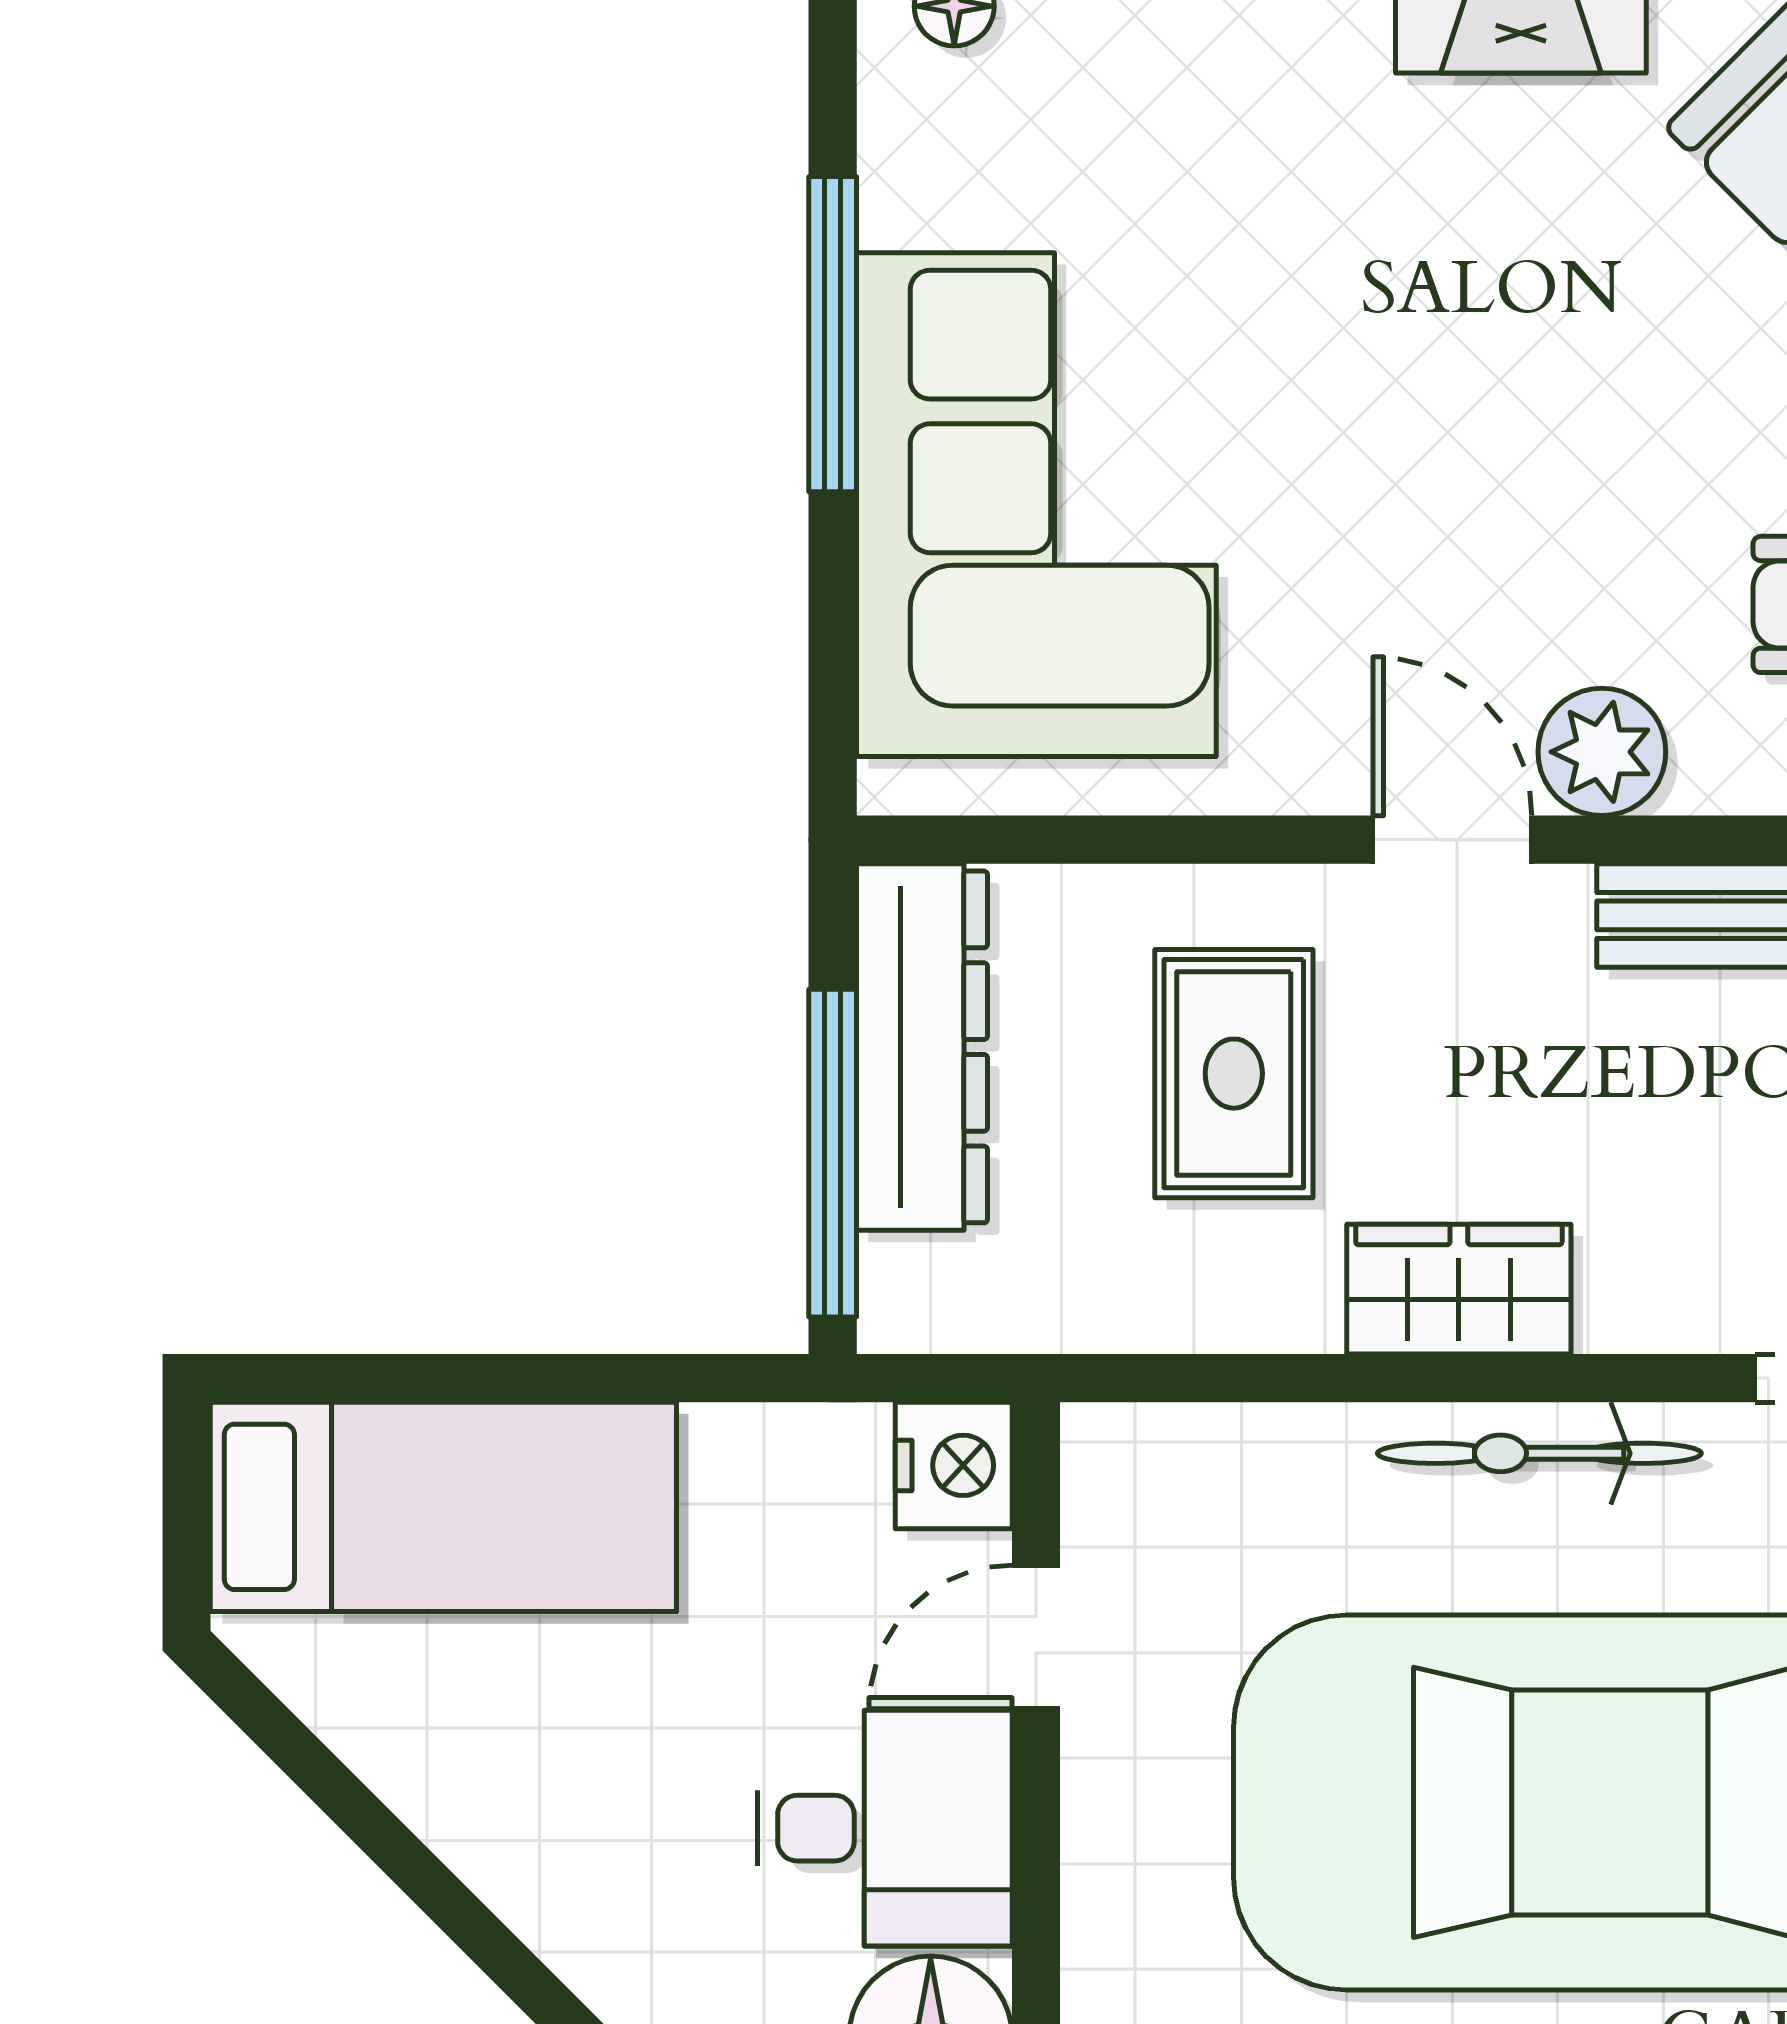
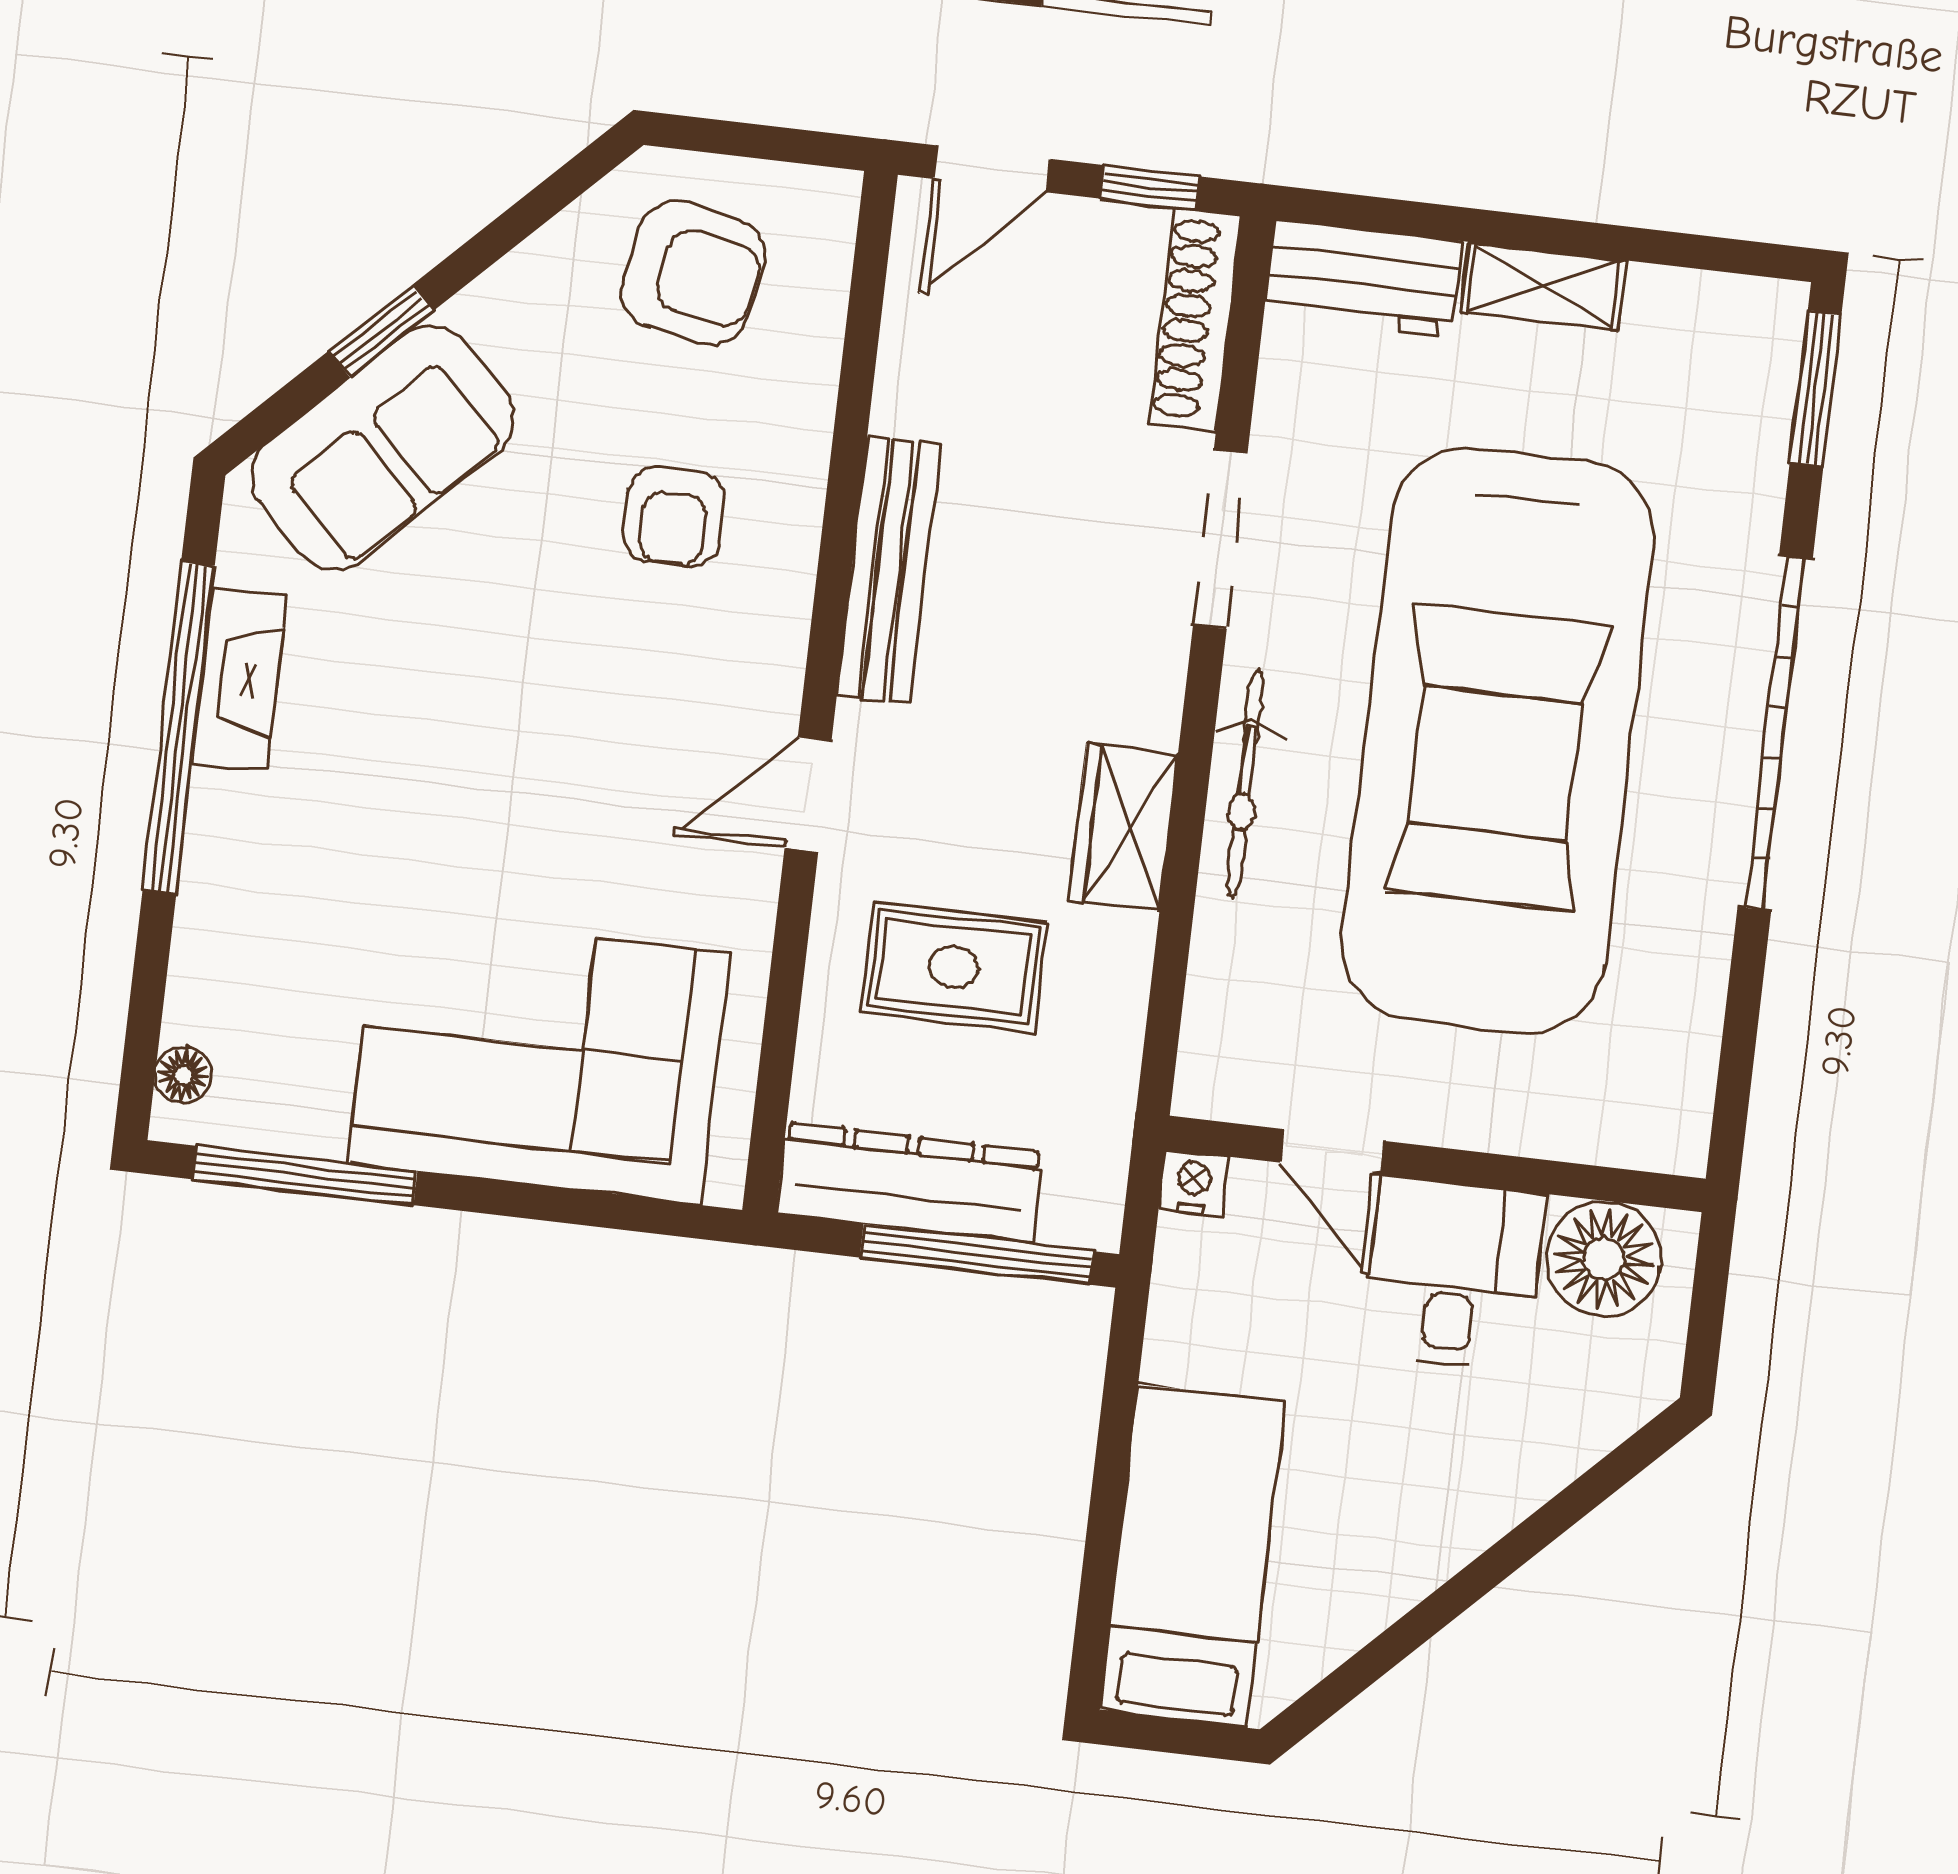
window: (833, 334) -> (305, 1176), moved
plant: (1602, 752) -> (759, 683), removed
nightstand: (954, 1465) -> (1194, 1183), width x0.72, depth x0.74

